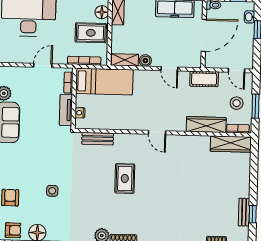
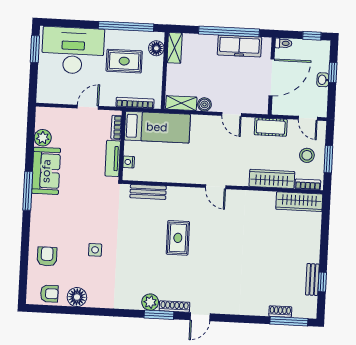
washbasin: (249, 17) -> (323, 80), moved
rug: (91, 33) -> (124, 61), moved

